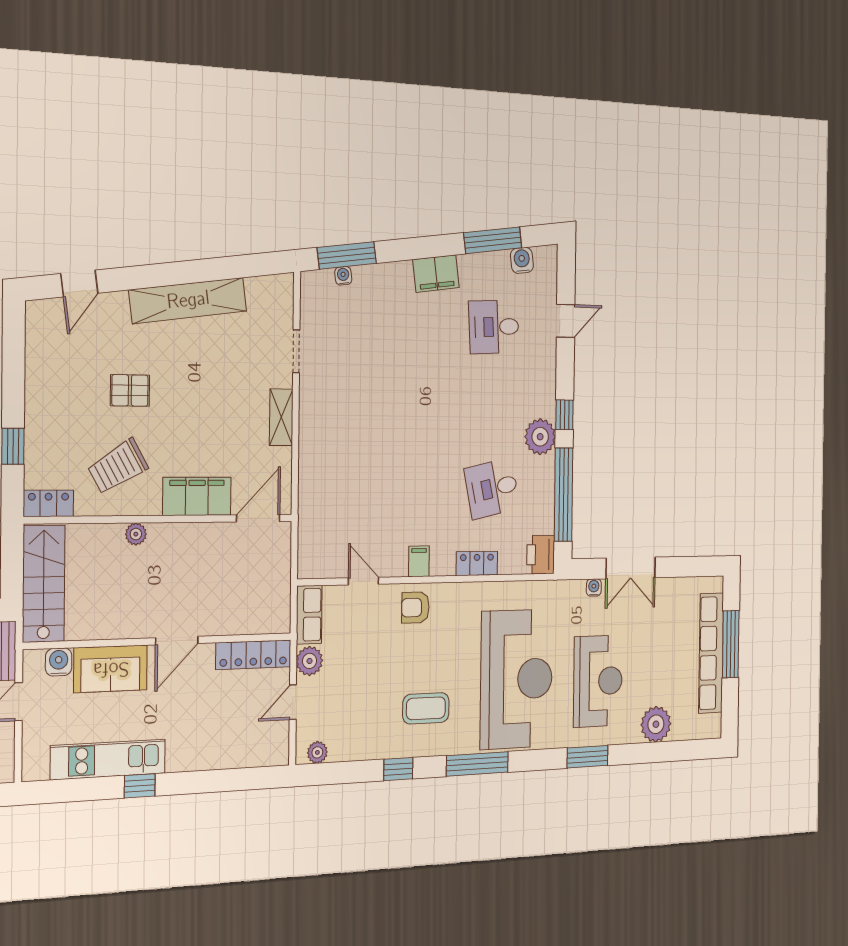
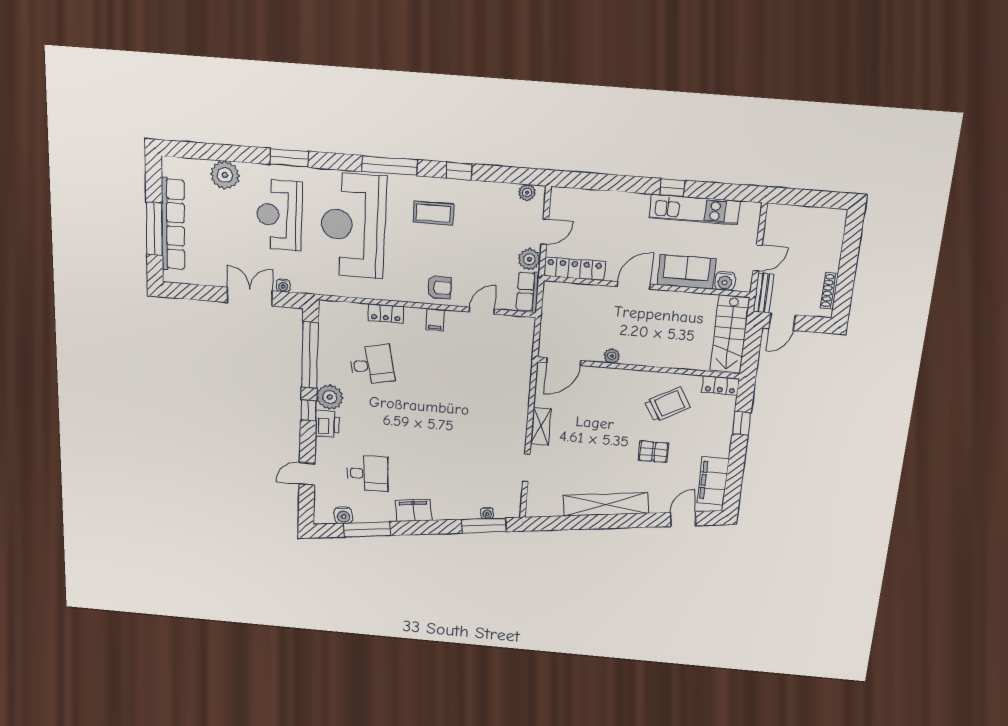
filing cabinet: (197, 496) -> (713, 481), moved, turned 90
plant: (136, 534) -> (612, 356), moved
printer: (541, 555) -> (327, 424), moved
door: (363, 581) -> (482, 311), swing flipped

